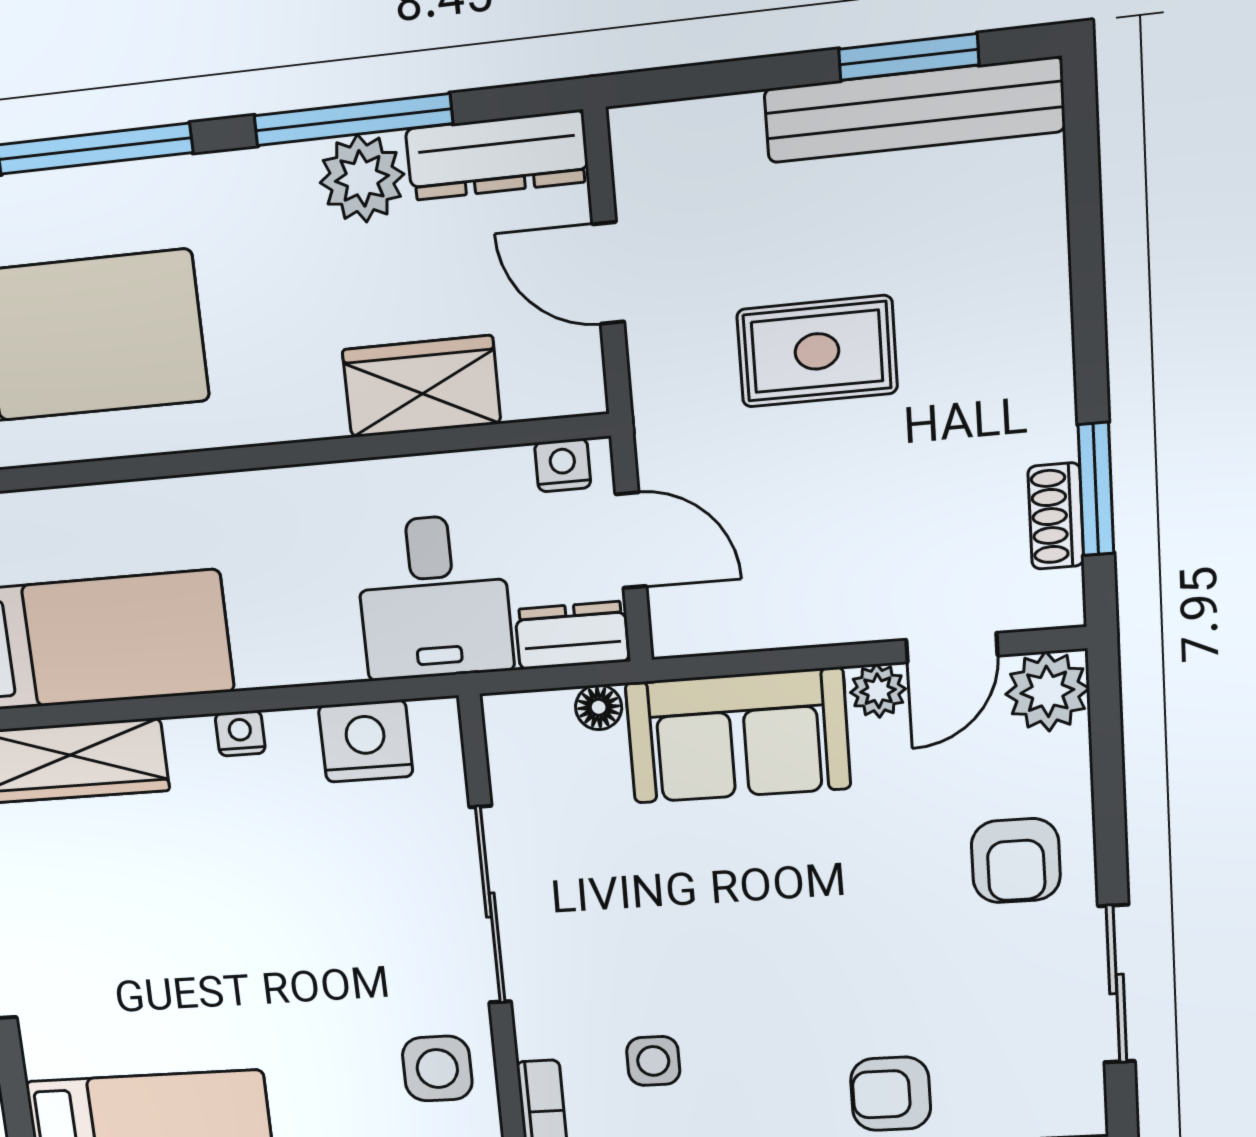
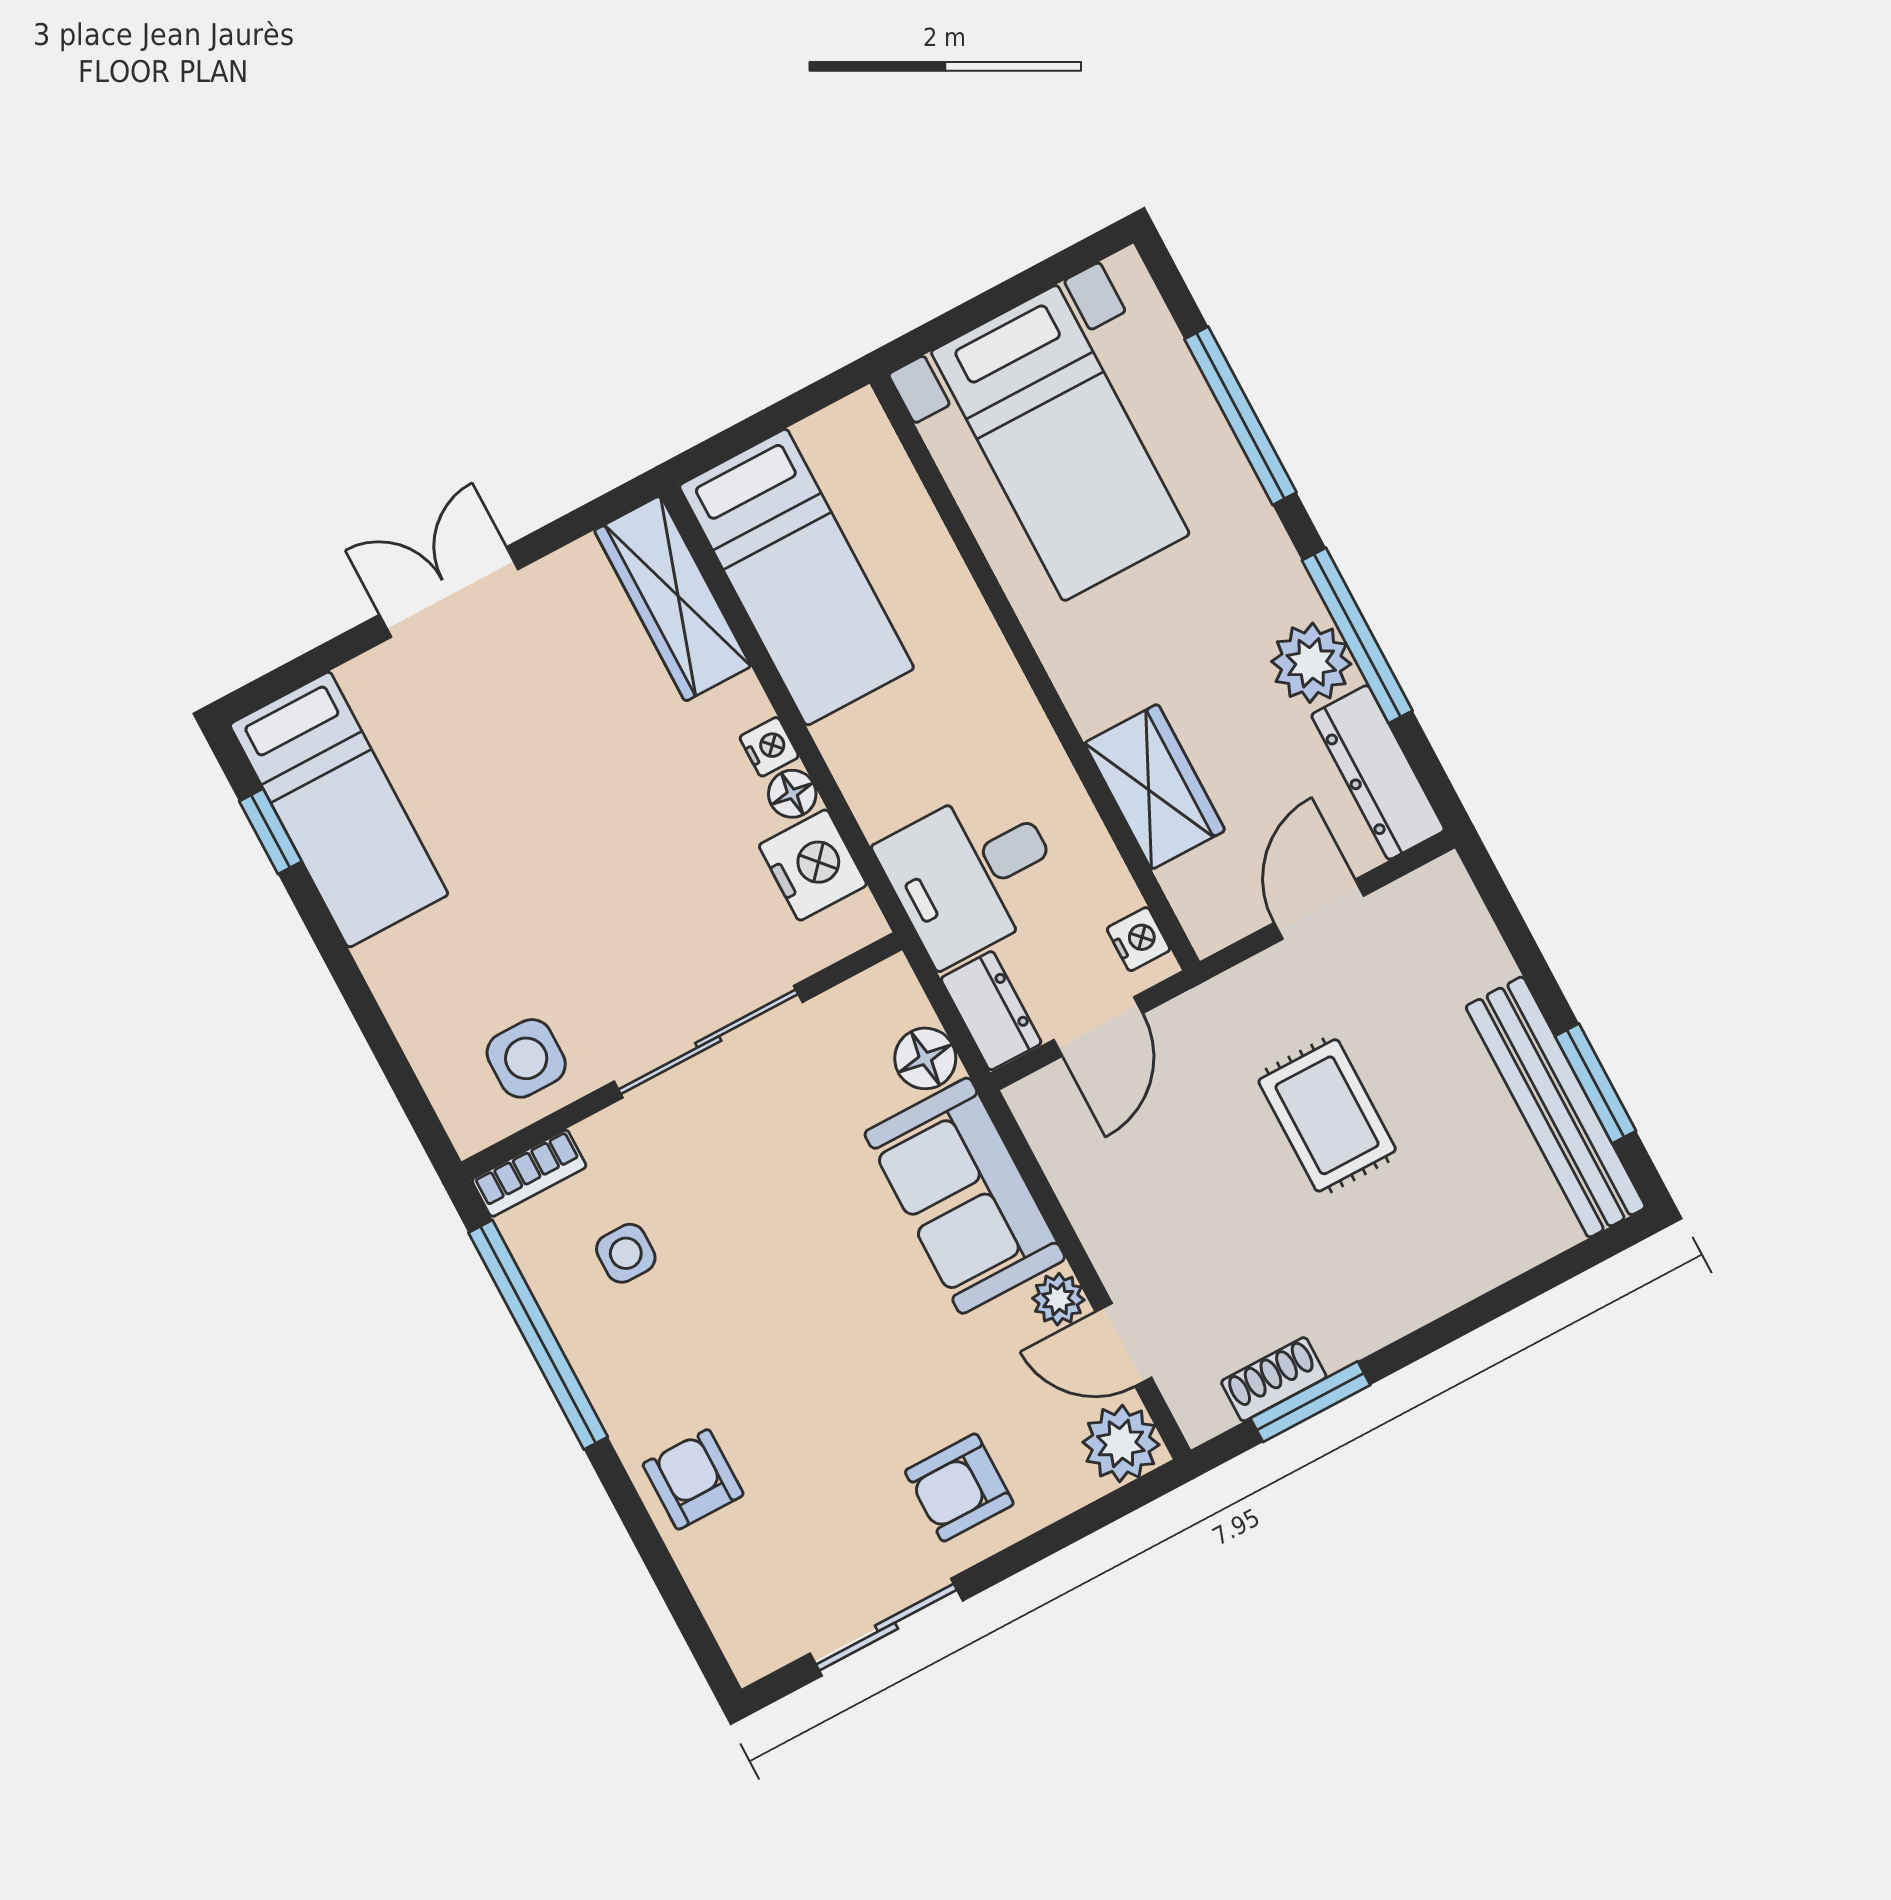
floor lamp: (599, 707) -> (925, 1058), width x1.37, depth x1.37
floor lamp: (292, 731) -> (792, 794), added

